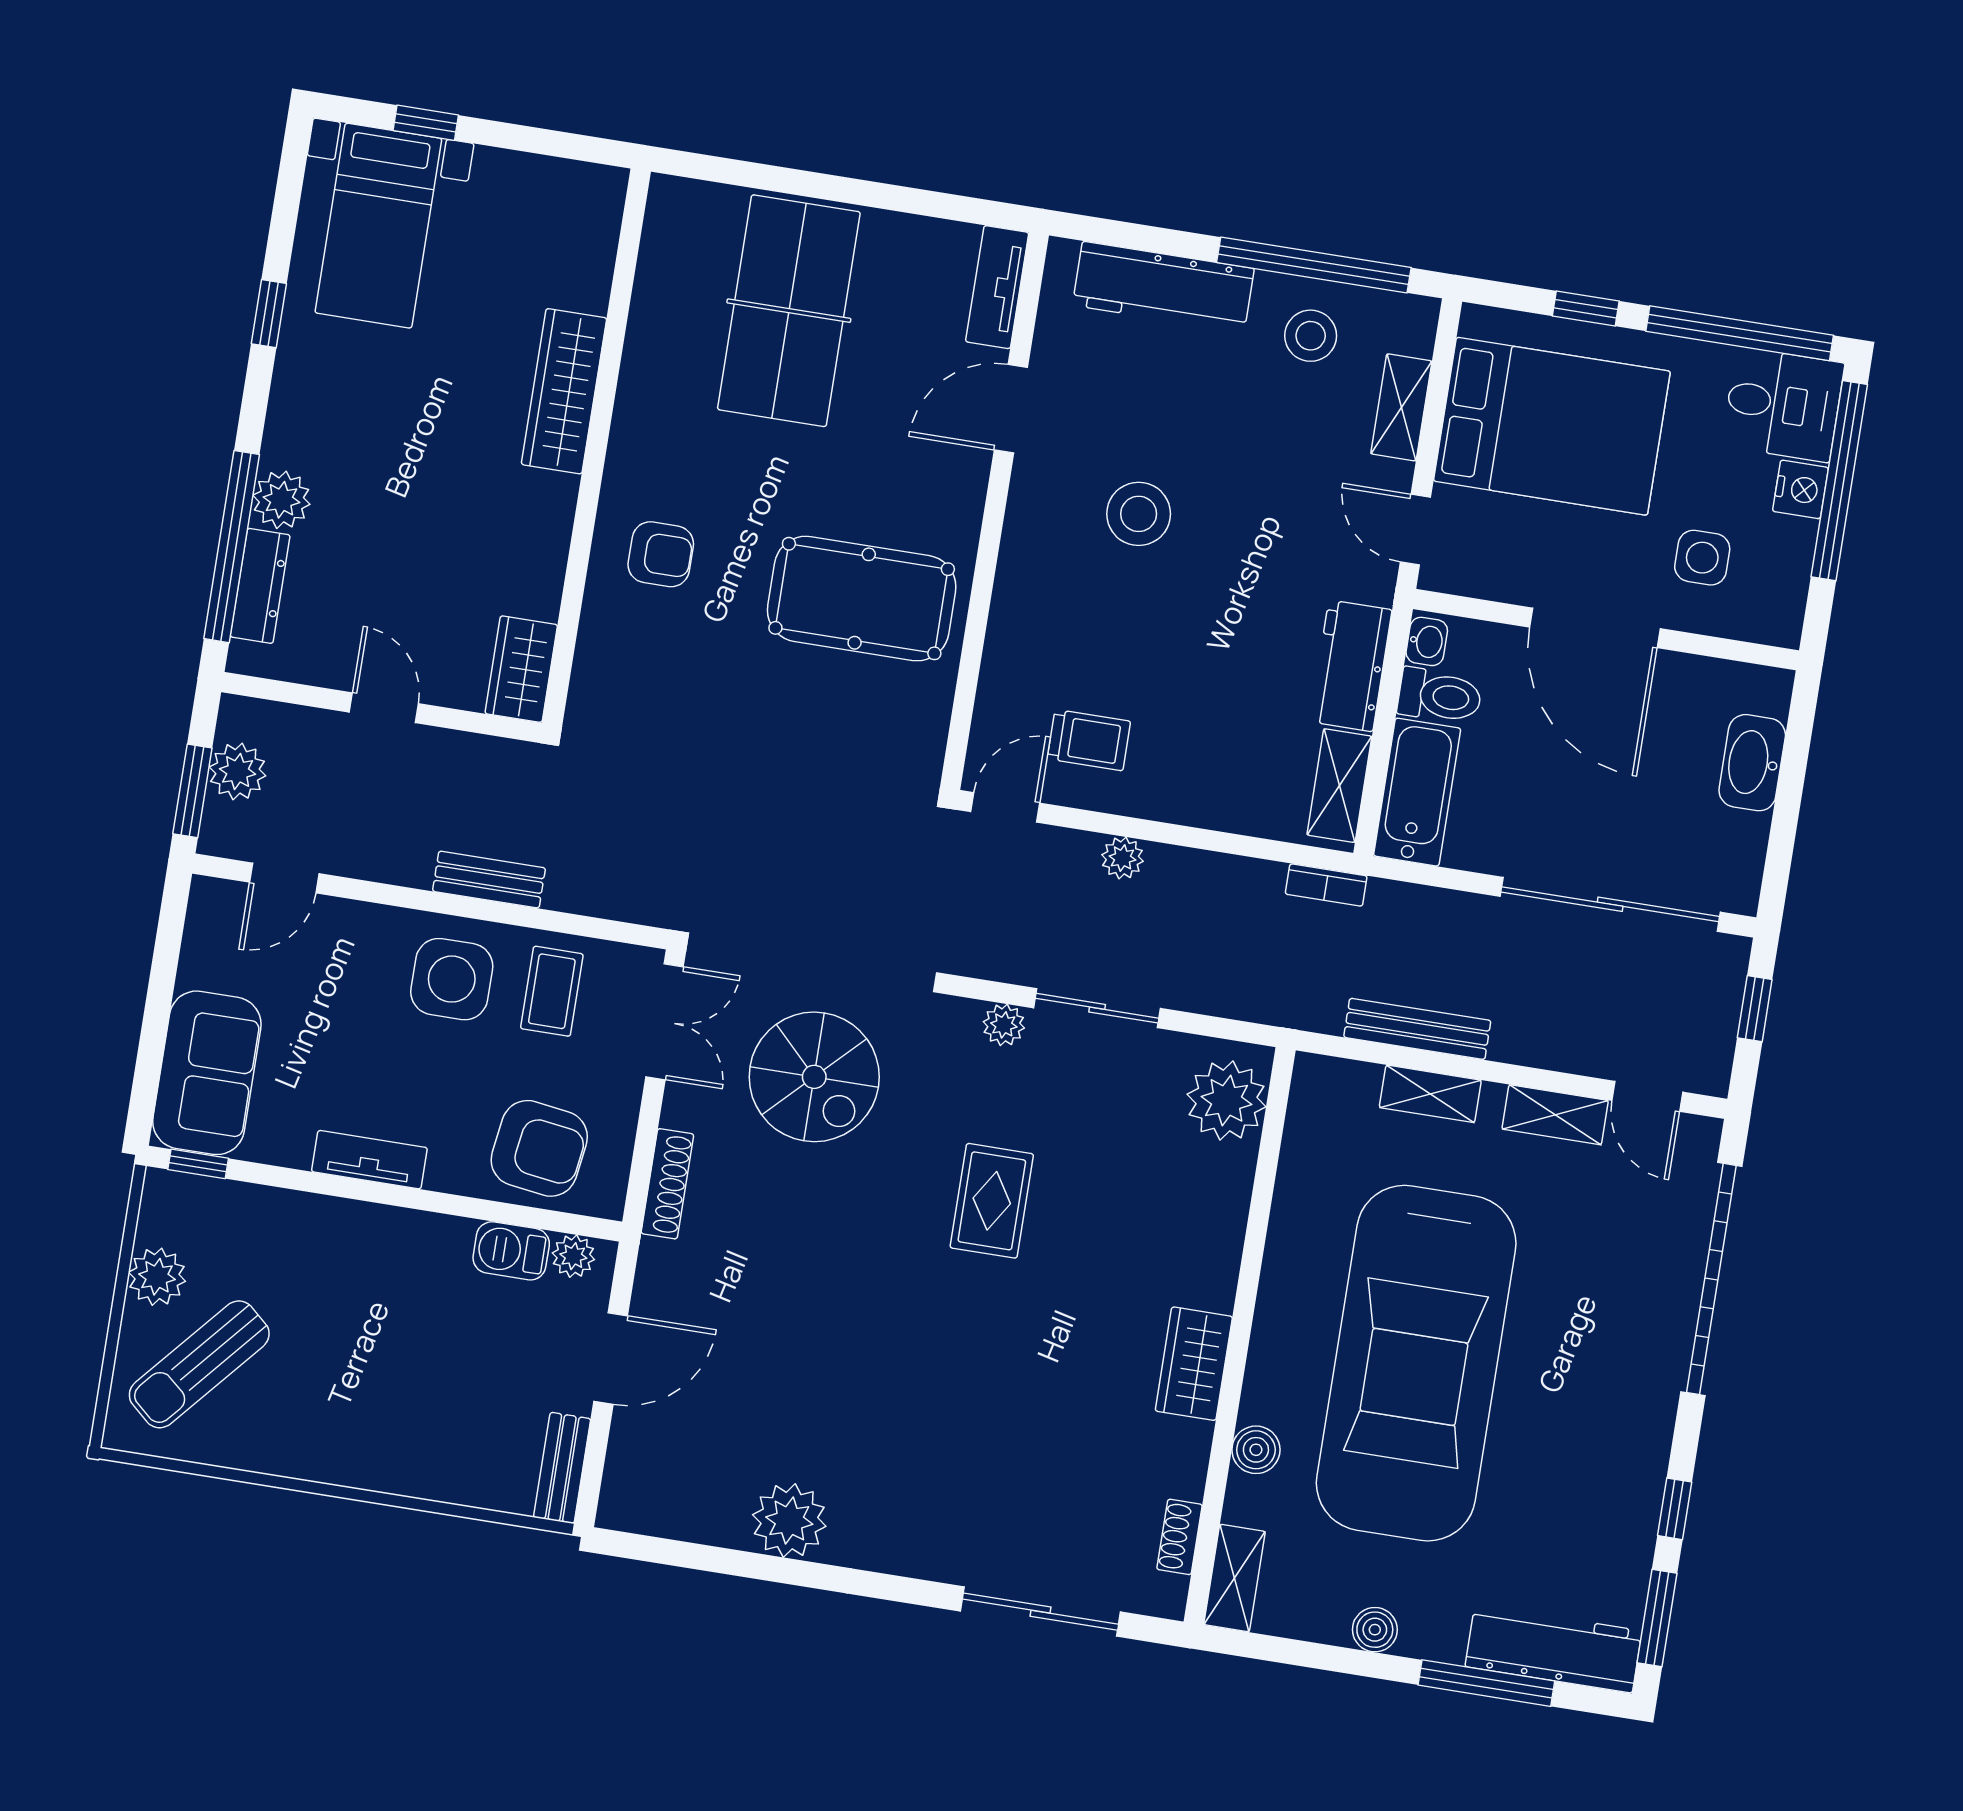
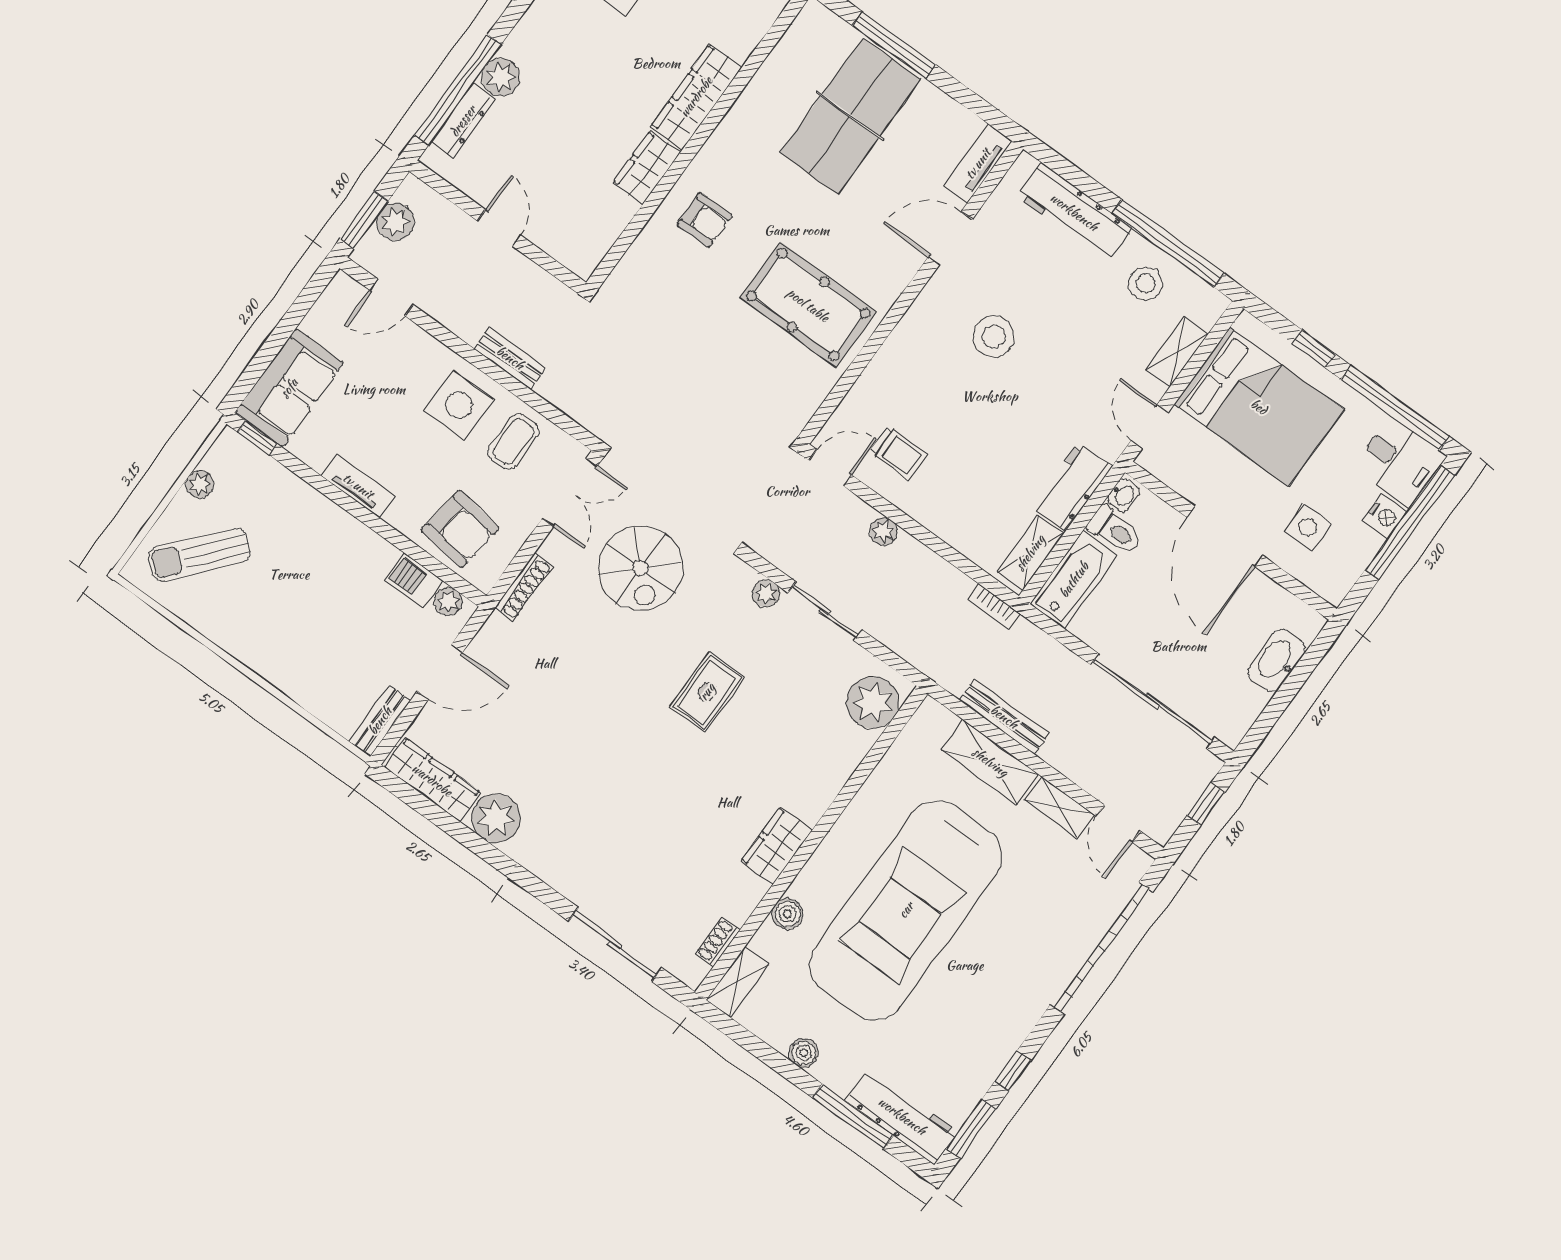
window: (800, 183) -> (894, 45), added
wardrobe: (521, 669) -> (646, 168), moved
shelving: (1430, 1094) -> (990, 762), width x1.50, depth x1.33
plant: (157, 1277) -> (200, 484), width x0.73, depth x0.73
wardrobe: (675, 1512) -> (432, 780), added

